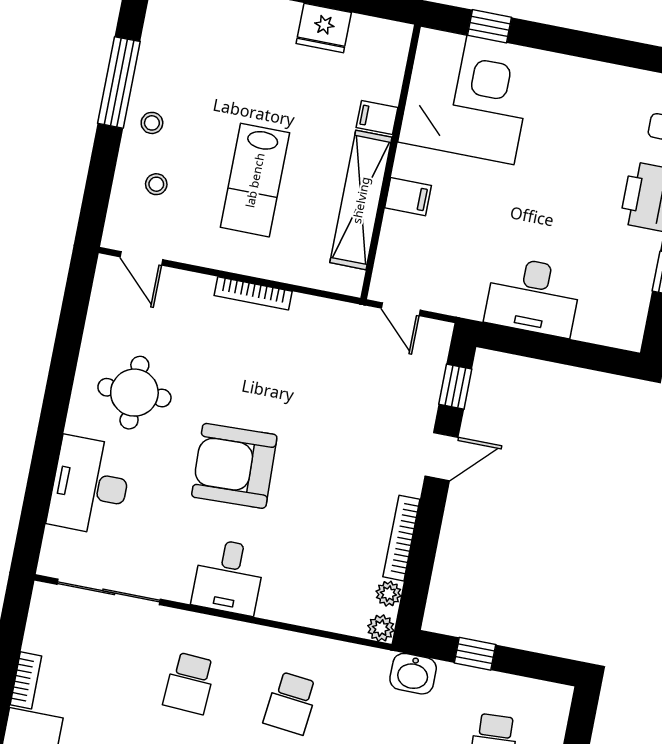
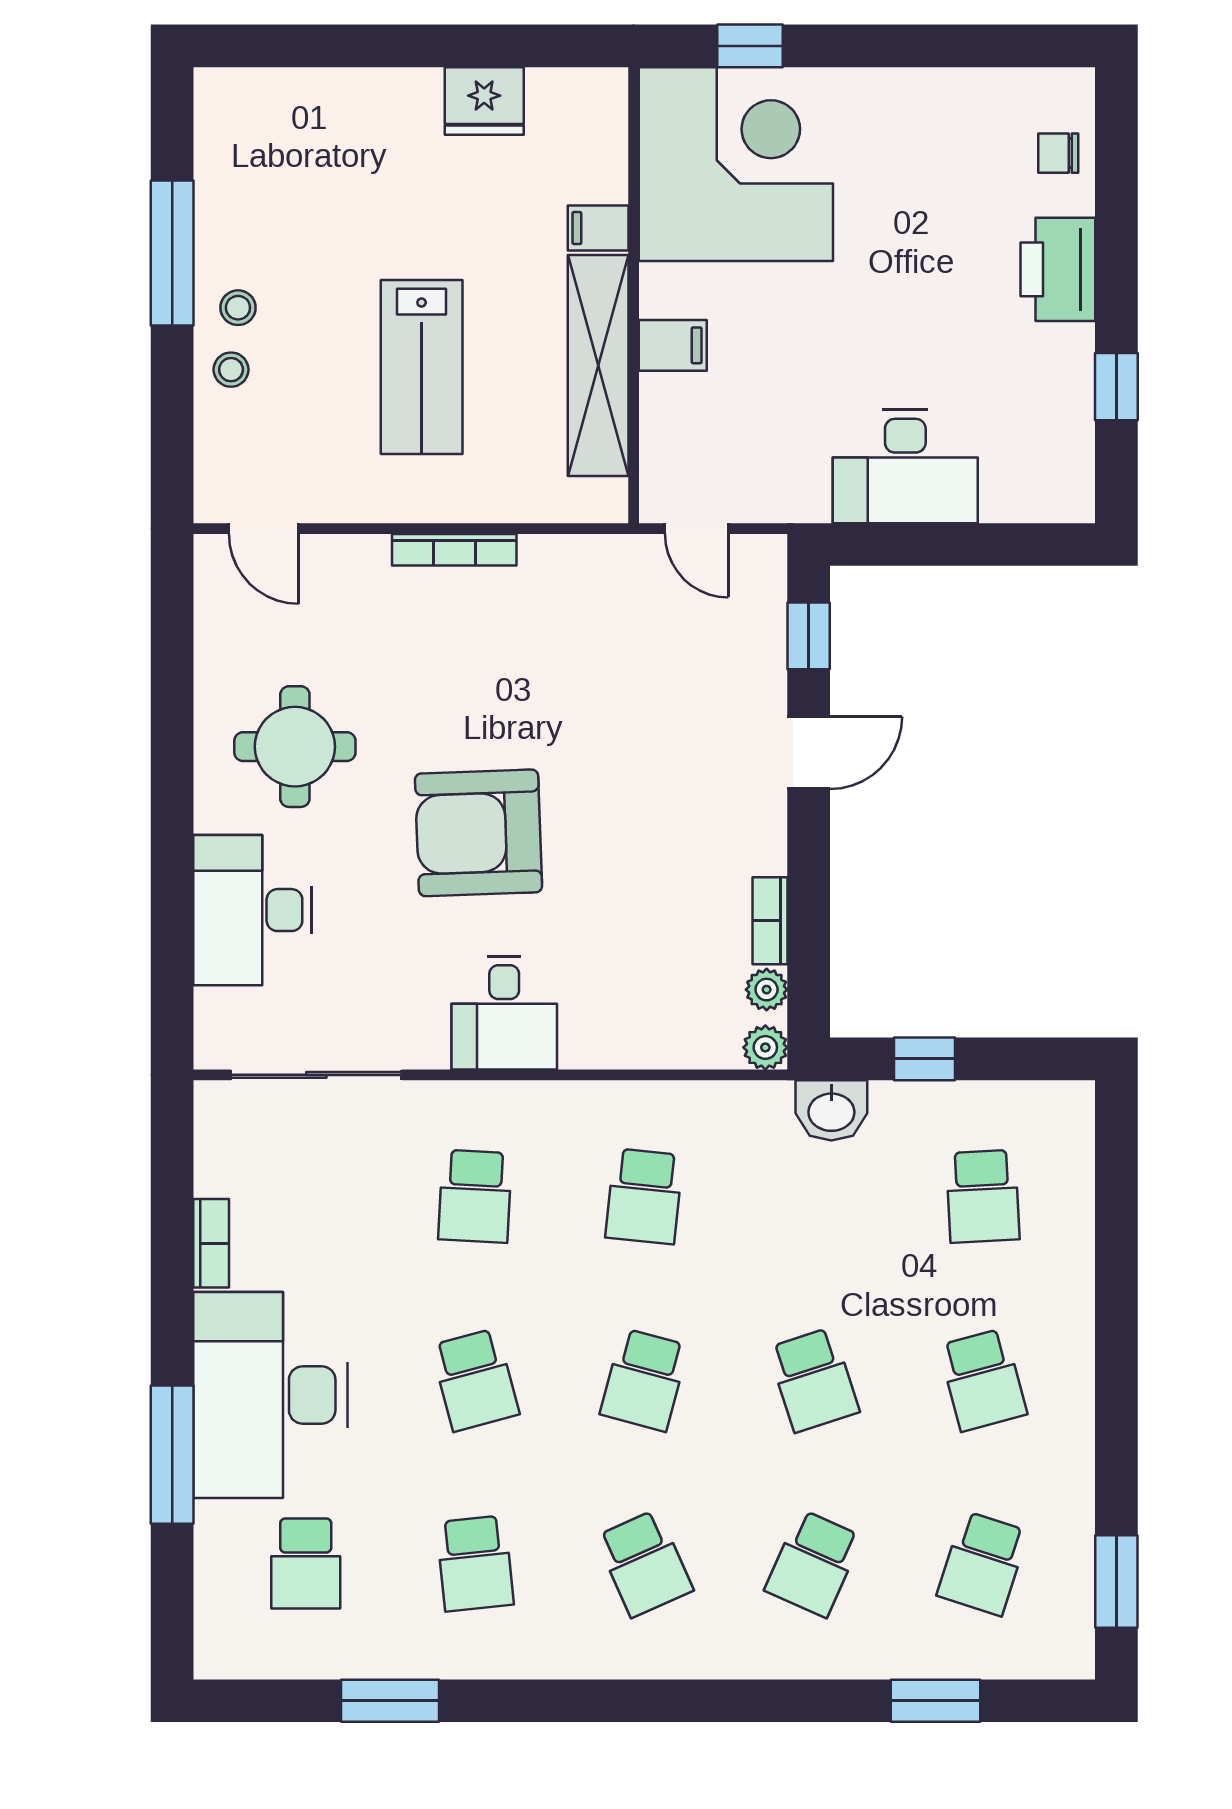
stool: (156, 184) -> (231, 370), moved
bookcase: (401, 538) -> (770, 921), width x0.64

